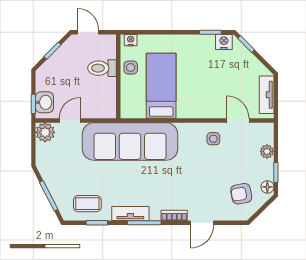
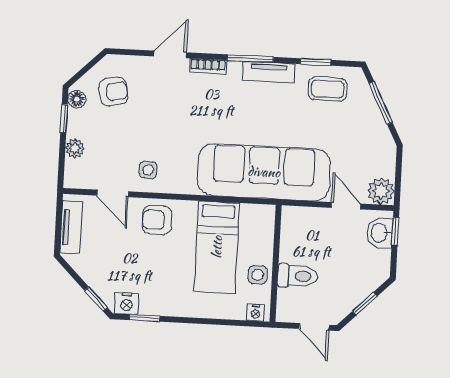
armchair: (205, 103) -> (157, 220), added
door: (70, 121) -> (346, 206), swing flipped

